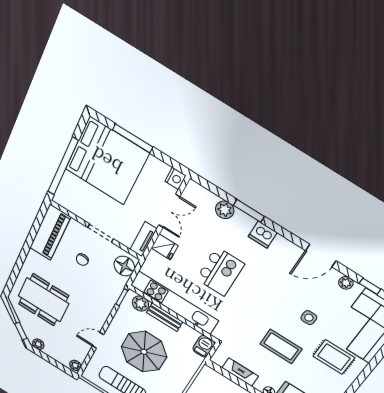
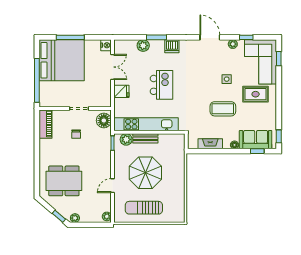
piano: (50, 232) -> (46, 124), width x0.73, depth x0.75
tv unit: (143, 239) -> (107, 95), removed
door: (321, 256) -> (210, 37), swing flipped
barbecue: (204, 346) -> (179, 142), removed

